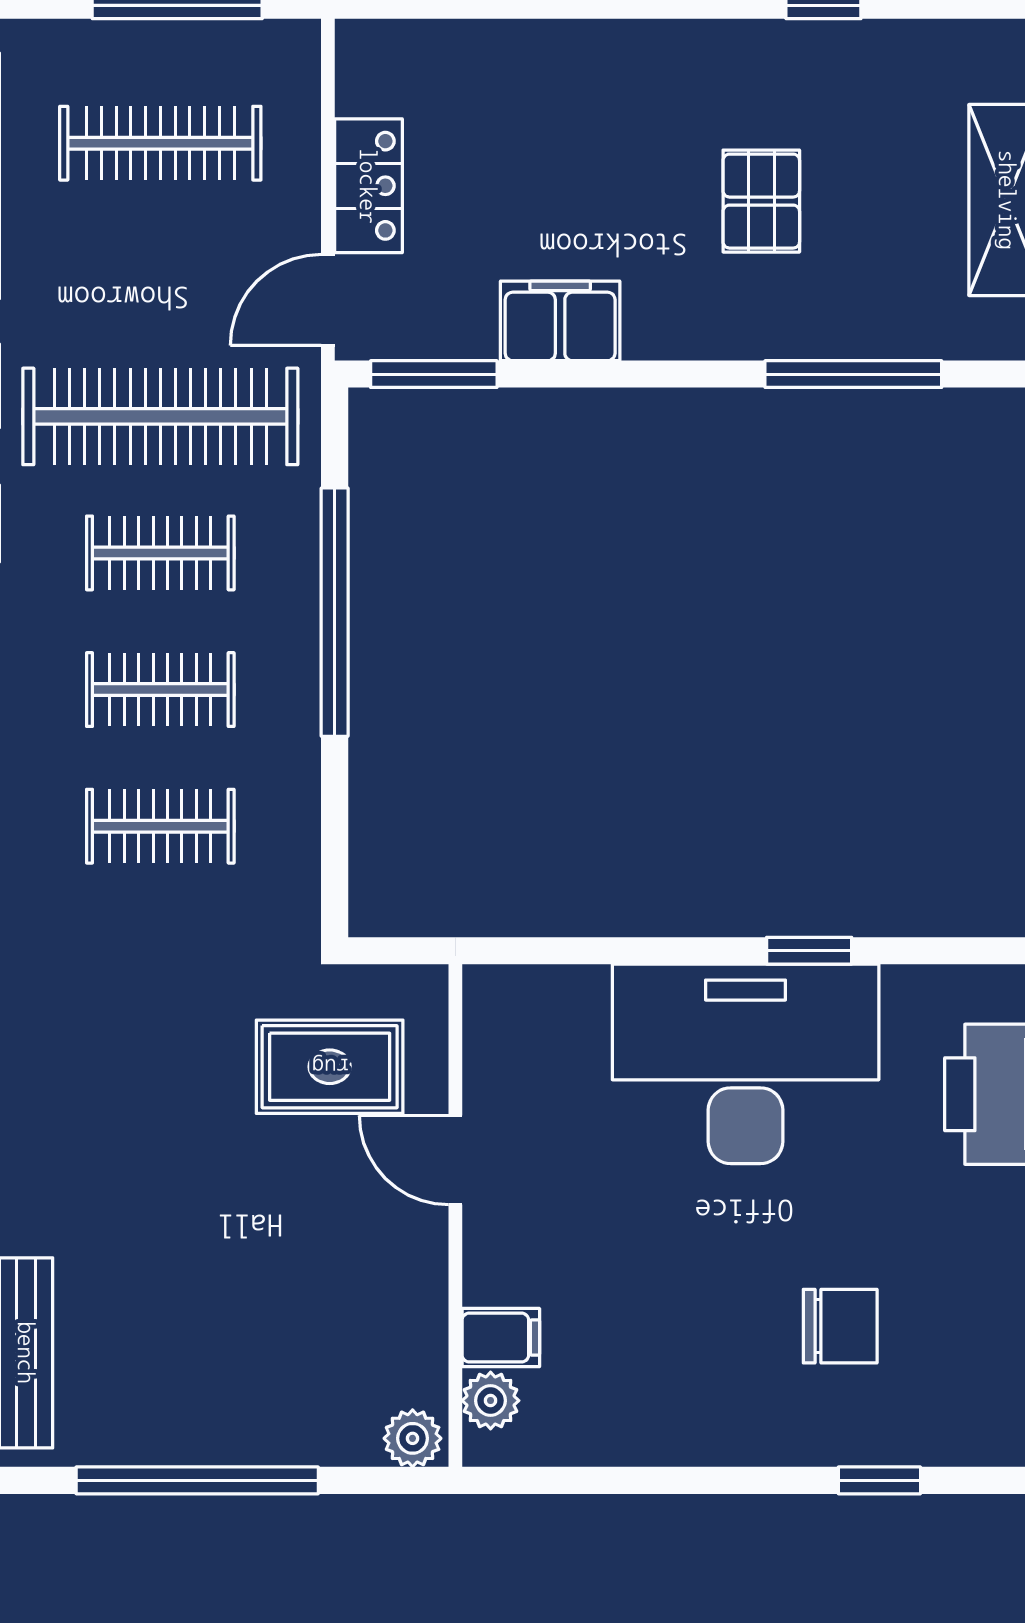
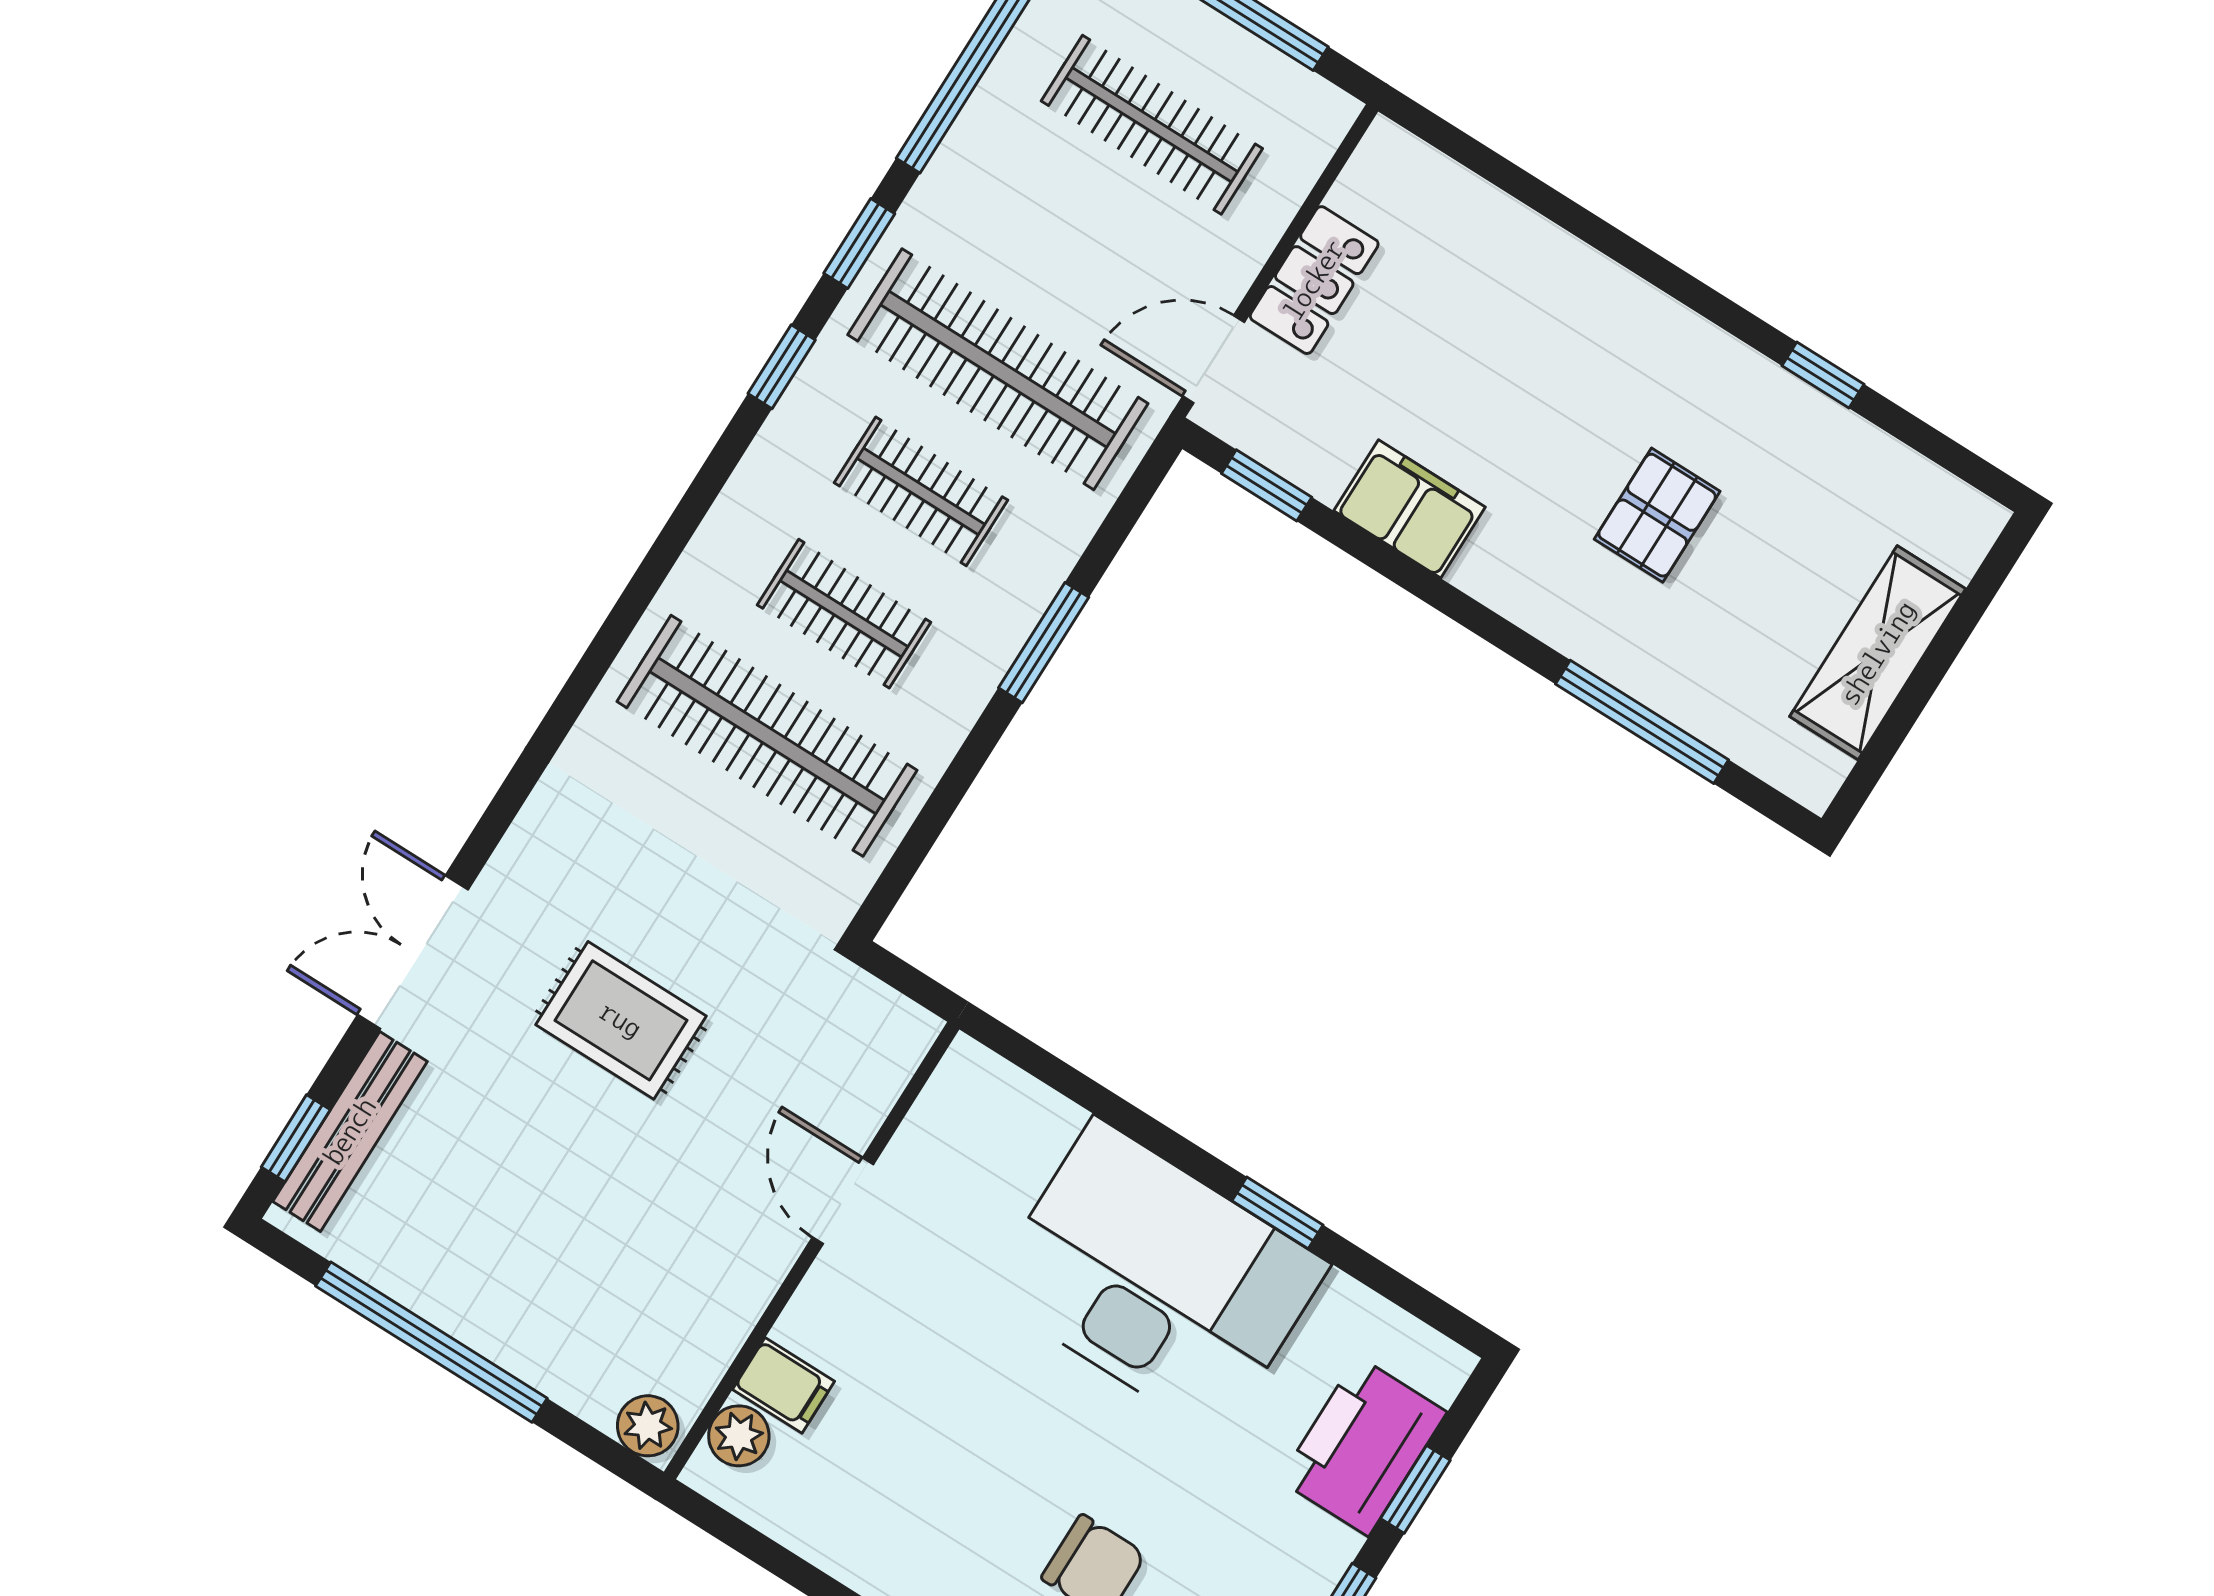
window: (434, 374) -> (1267, 485), width x0.67
window: (335, 612) -> (1044, 643), width x0.47
clothes rail: (160, 826) -> (767, 736), width x1.86, depth x1.31
rug: (330, 1067) -> (621, 1020), moved

